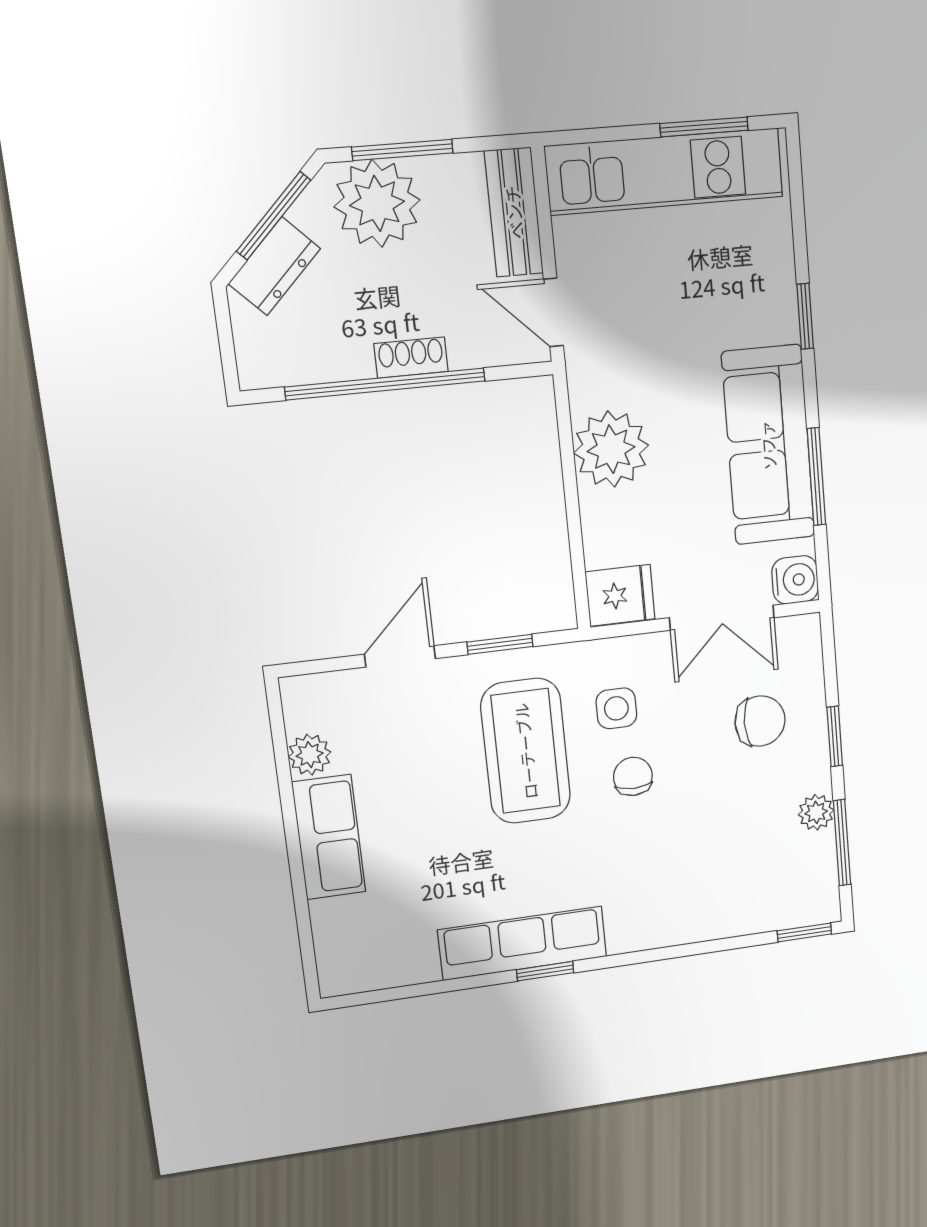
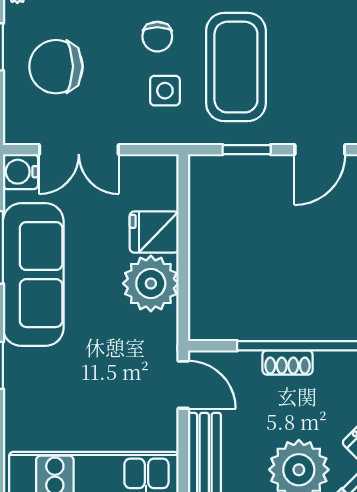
fridge: (620, 595) -> (154, 232), moved
double door: (722, 618) -> (79, 150), swing flipped
chair: (760, 721) -> (56, 67), width x1.37, depth x1.37

